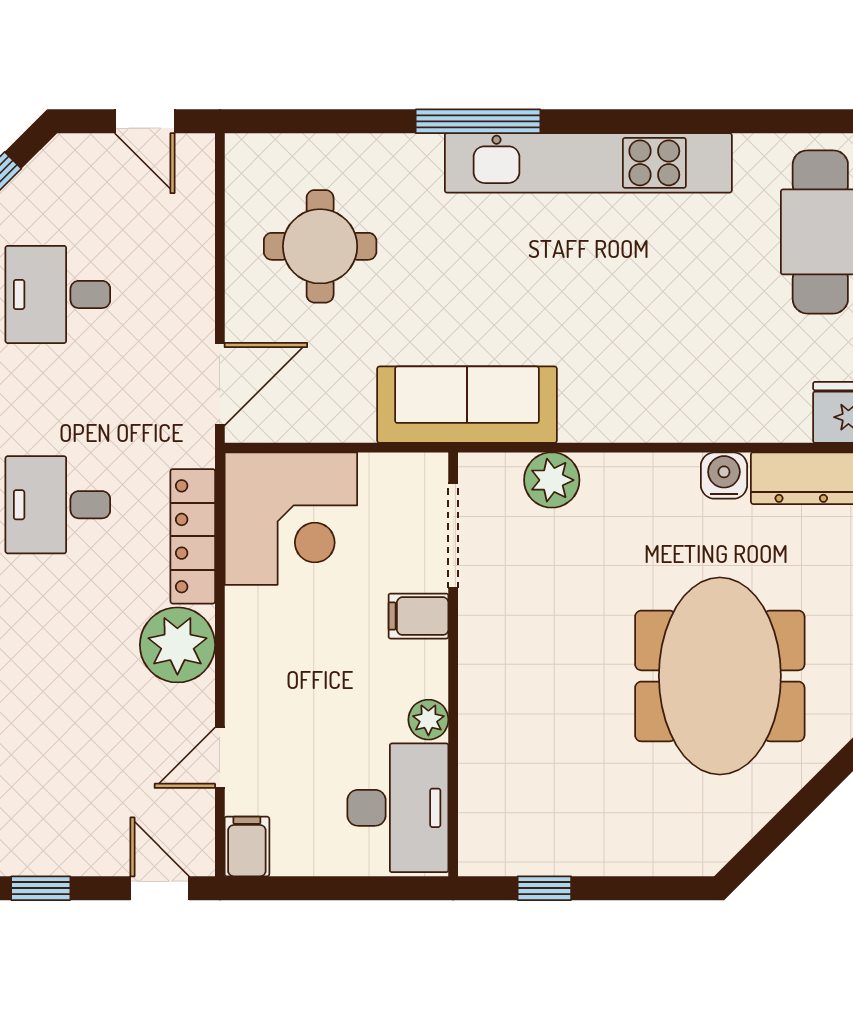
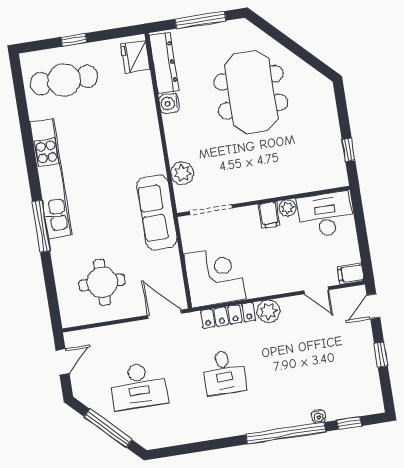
desk: (58, 294) -> (138, 386), width x1.37
filing cabinet: (418, 616) -> (269, 215), moved
plant: (177, 645) -> (269, 311), width x0.73, depth x0.73
meeting table: (720, 676) -> (251, 92), turned 90

